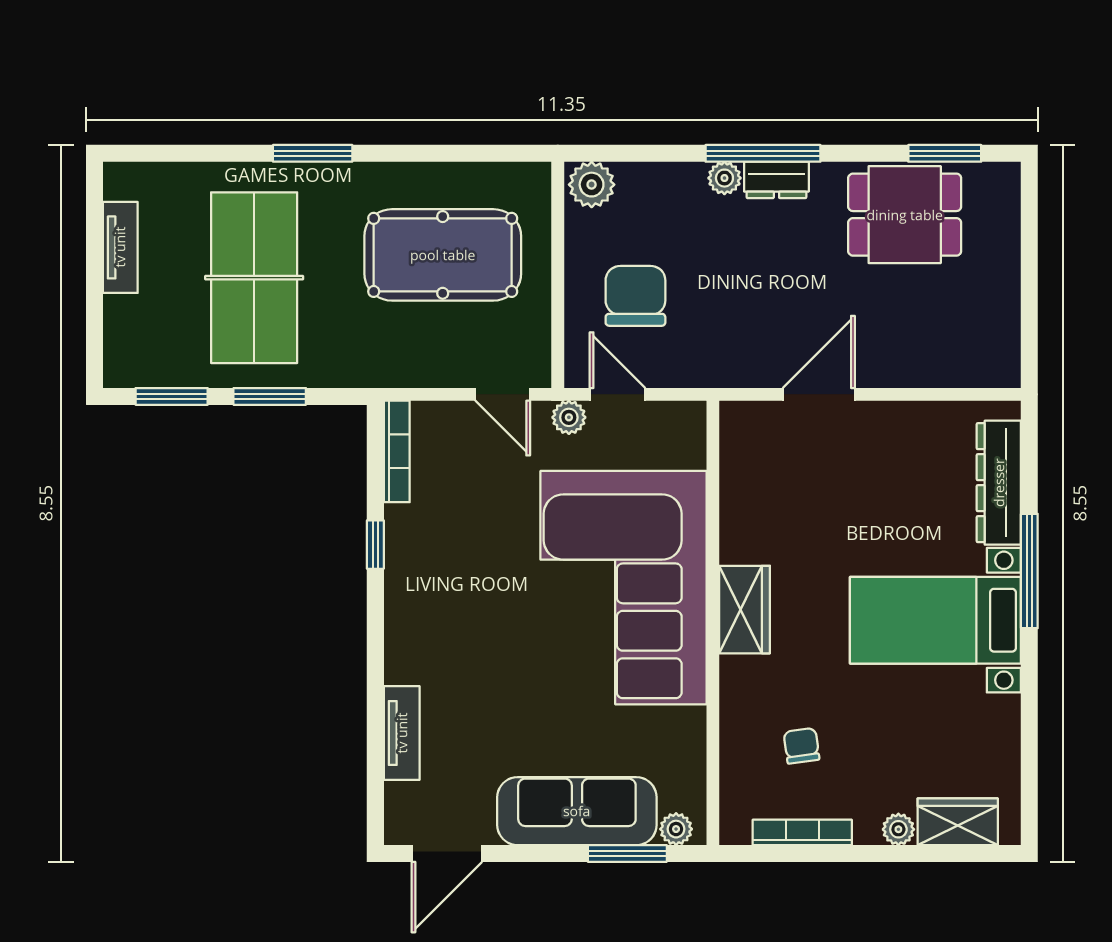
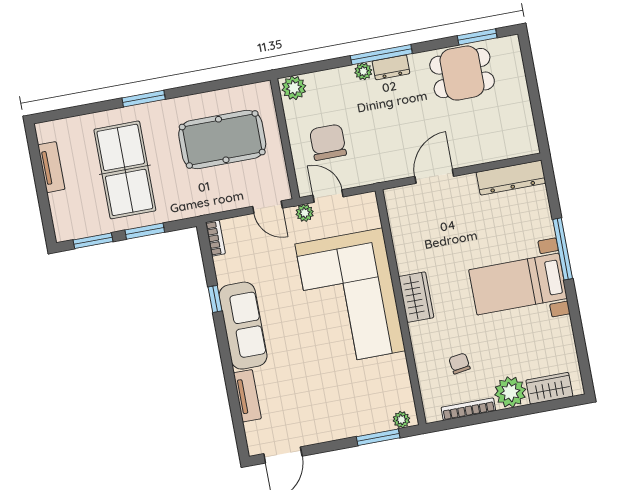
bookcase: (397, 451) -> (215, 238), width x0.64
dresser: (999, 483) -> (511, 178), moved, turned -90
sofa: (577, 811) -> (243, 326), moved, turned 90
plant: (898, 829) -> (510, 392), width x1.87, depth x1.87

